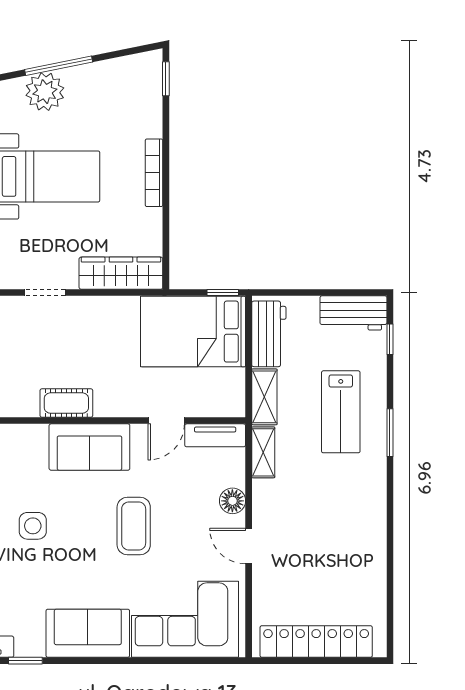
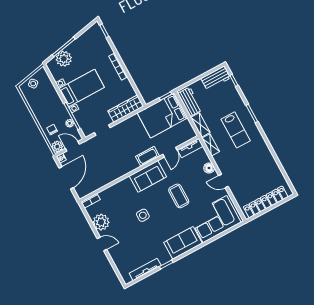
cot: (66, 403) -> (148, 156), moved
lab bench: (341, 412) -> (236, 130), moved

